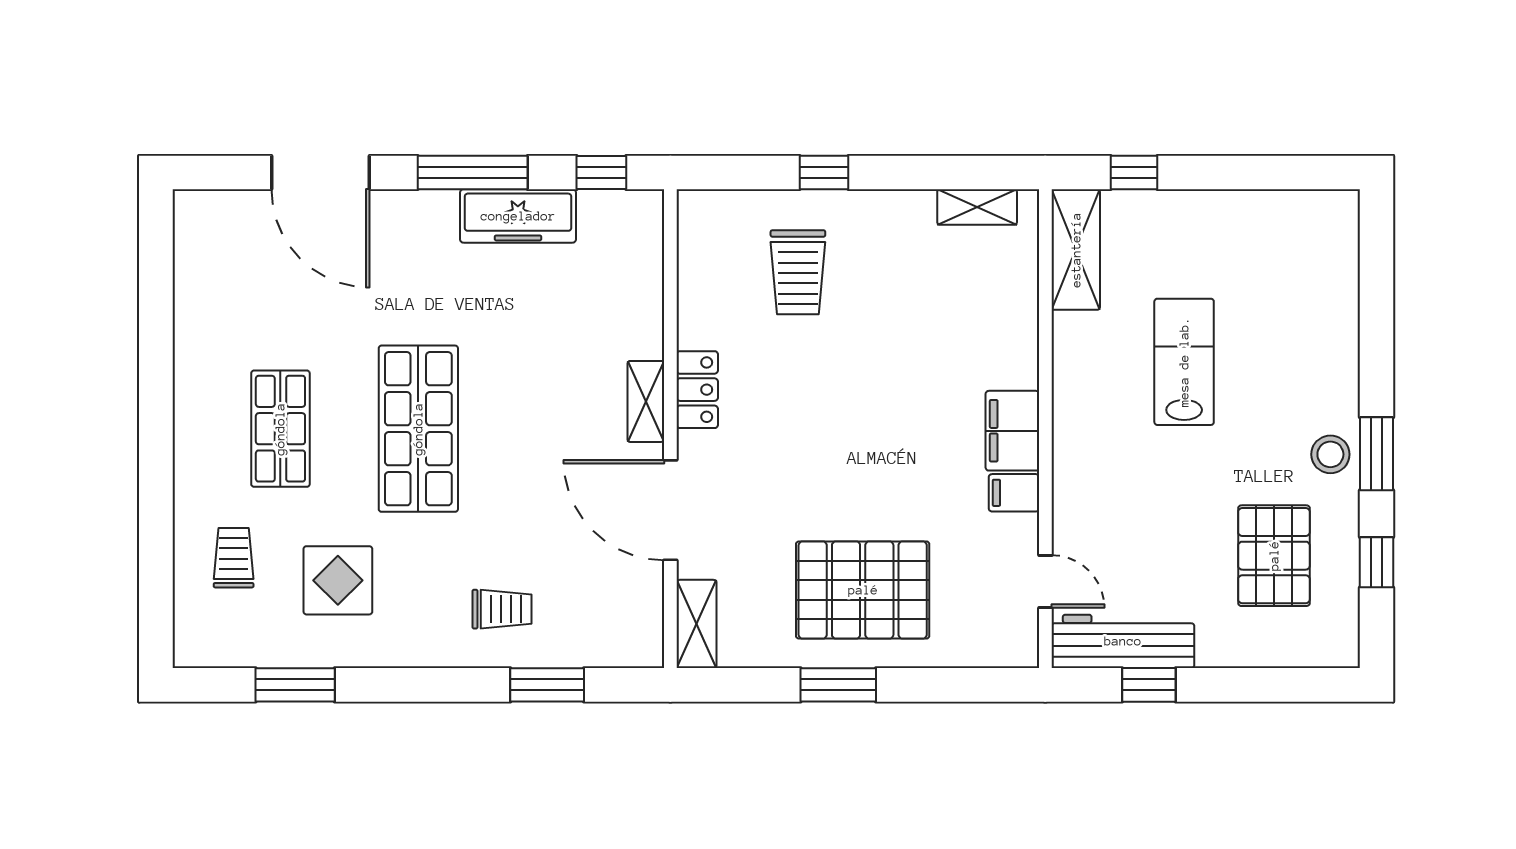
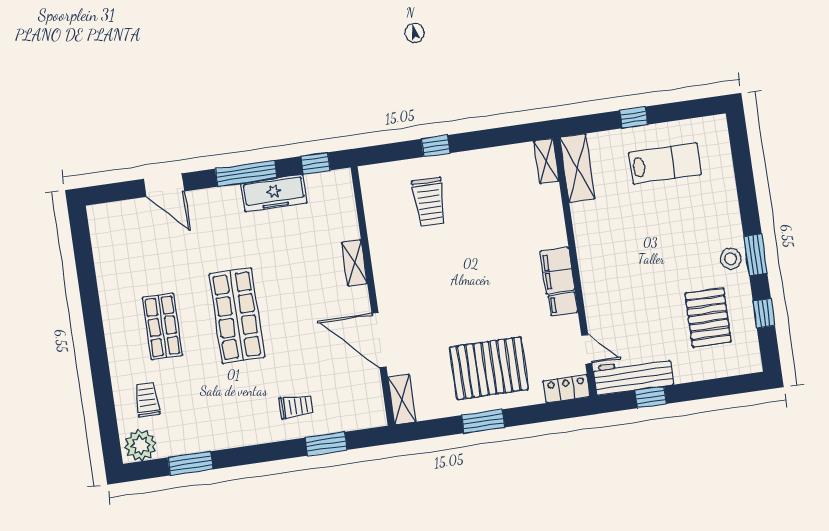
door: (321, 172) -> (164, 185), width x0.73
window: (1134, 172) -> (634, 117), moved
shelving: (977, 207) -> (546, 161), moved, turned 90
lab bench: (1184, 362) -> (665, 163), moved, turned 90
locker: (697, 390) -> (567, 389), moved, turned -90
shelving: (646, 401) -> (354, 263), moved
display table: (338, 580) -> (205, 404), removed
plant: (210, 639) -> (141, 445), added

